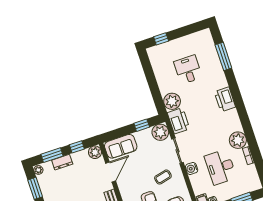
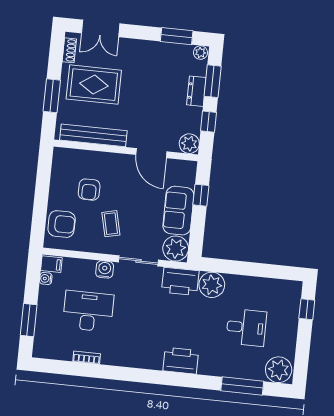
window: (142, 125) -> (201, 195), moved
plant: (238, 140) -> (279, 370), moved
sofa: (121, 146) -> (178, 211), moved

